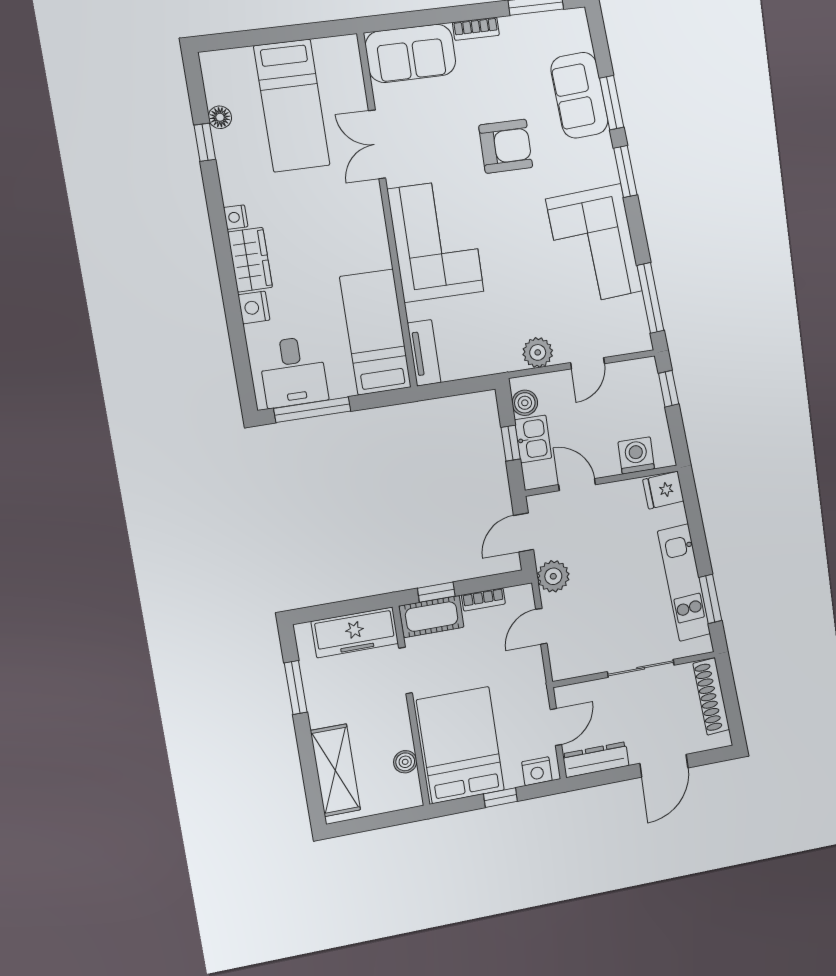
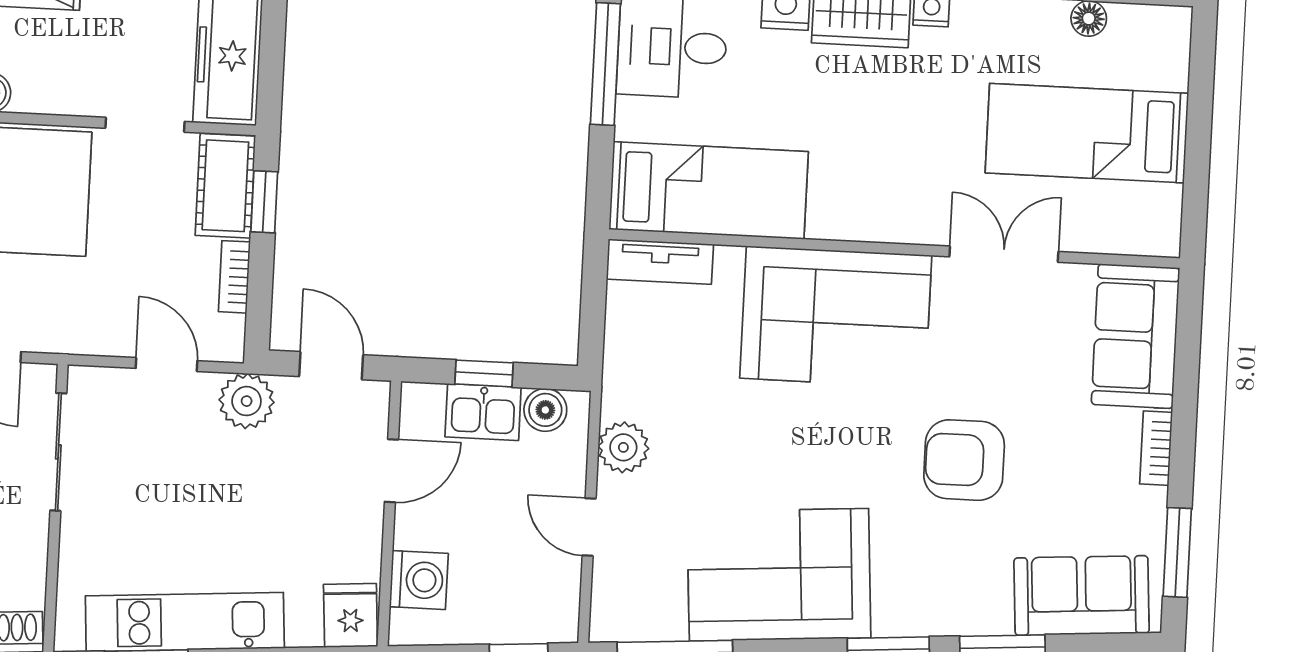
sofa: (579, 95) -> (1082, 596), moved
armchair: (506, 146) -> (964, 460), turned 90
sliding door: (641, 668) -> (58, 452), moved

